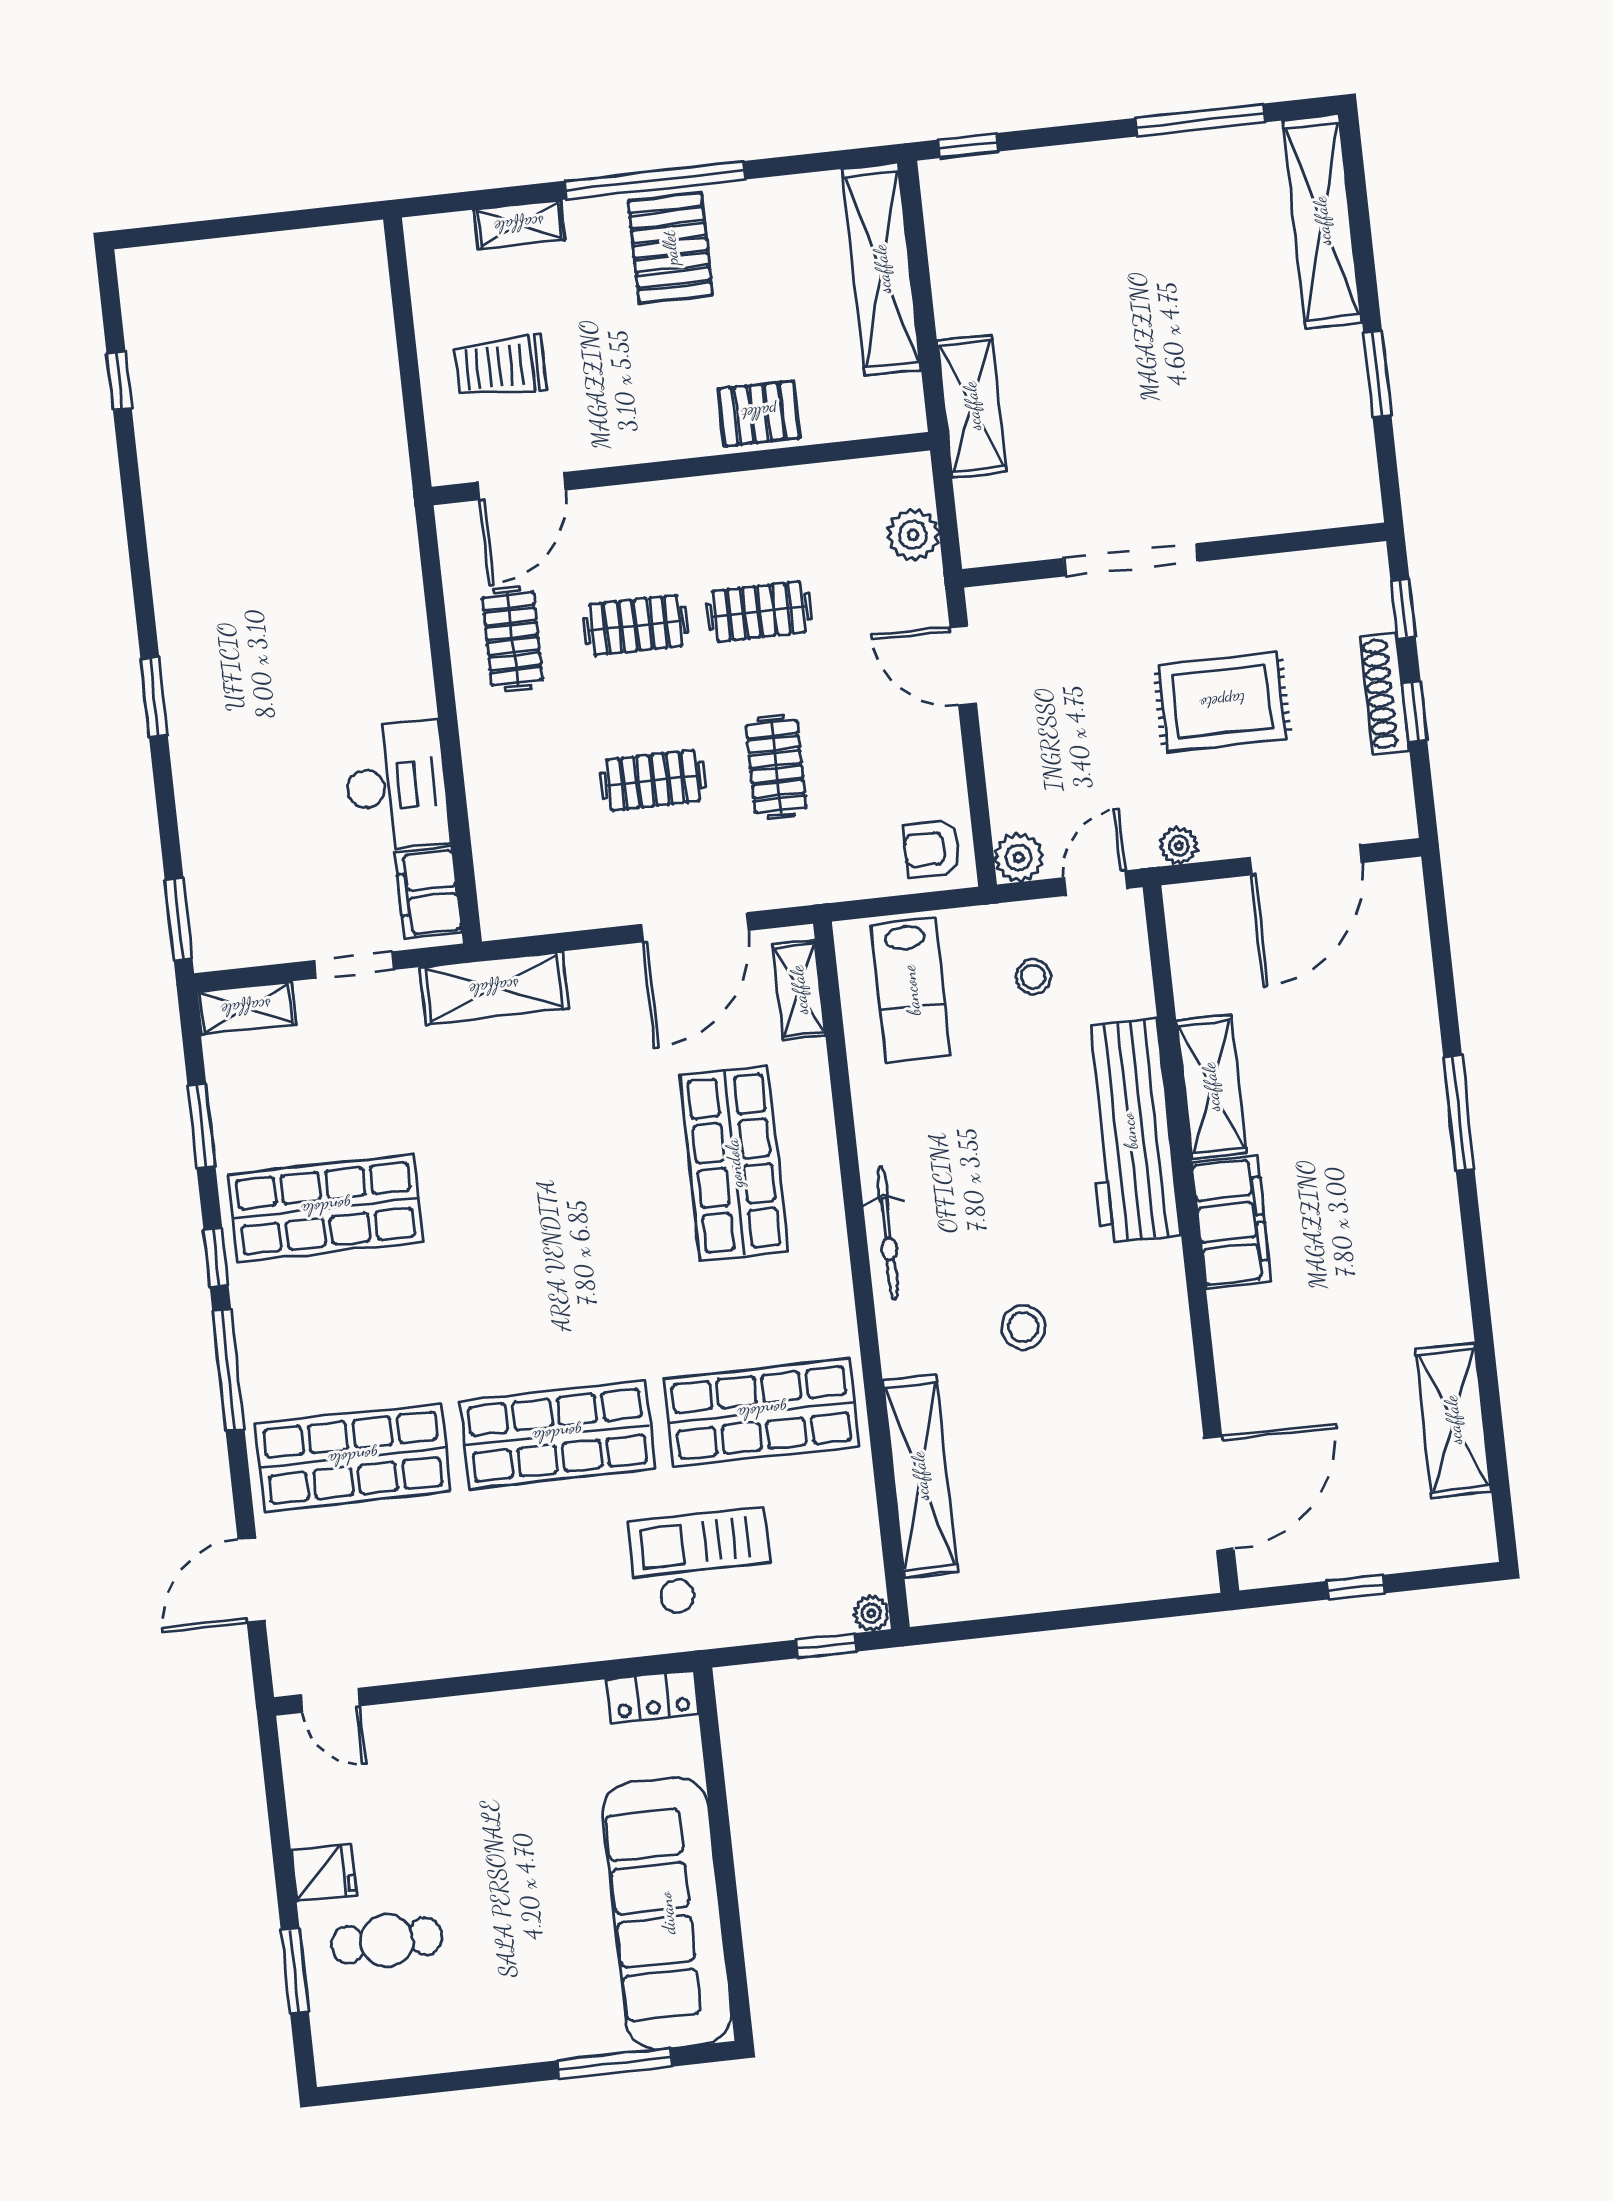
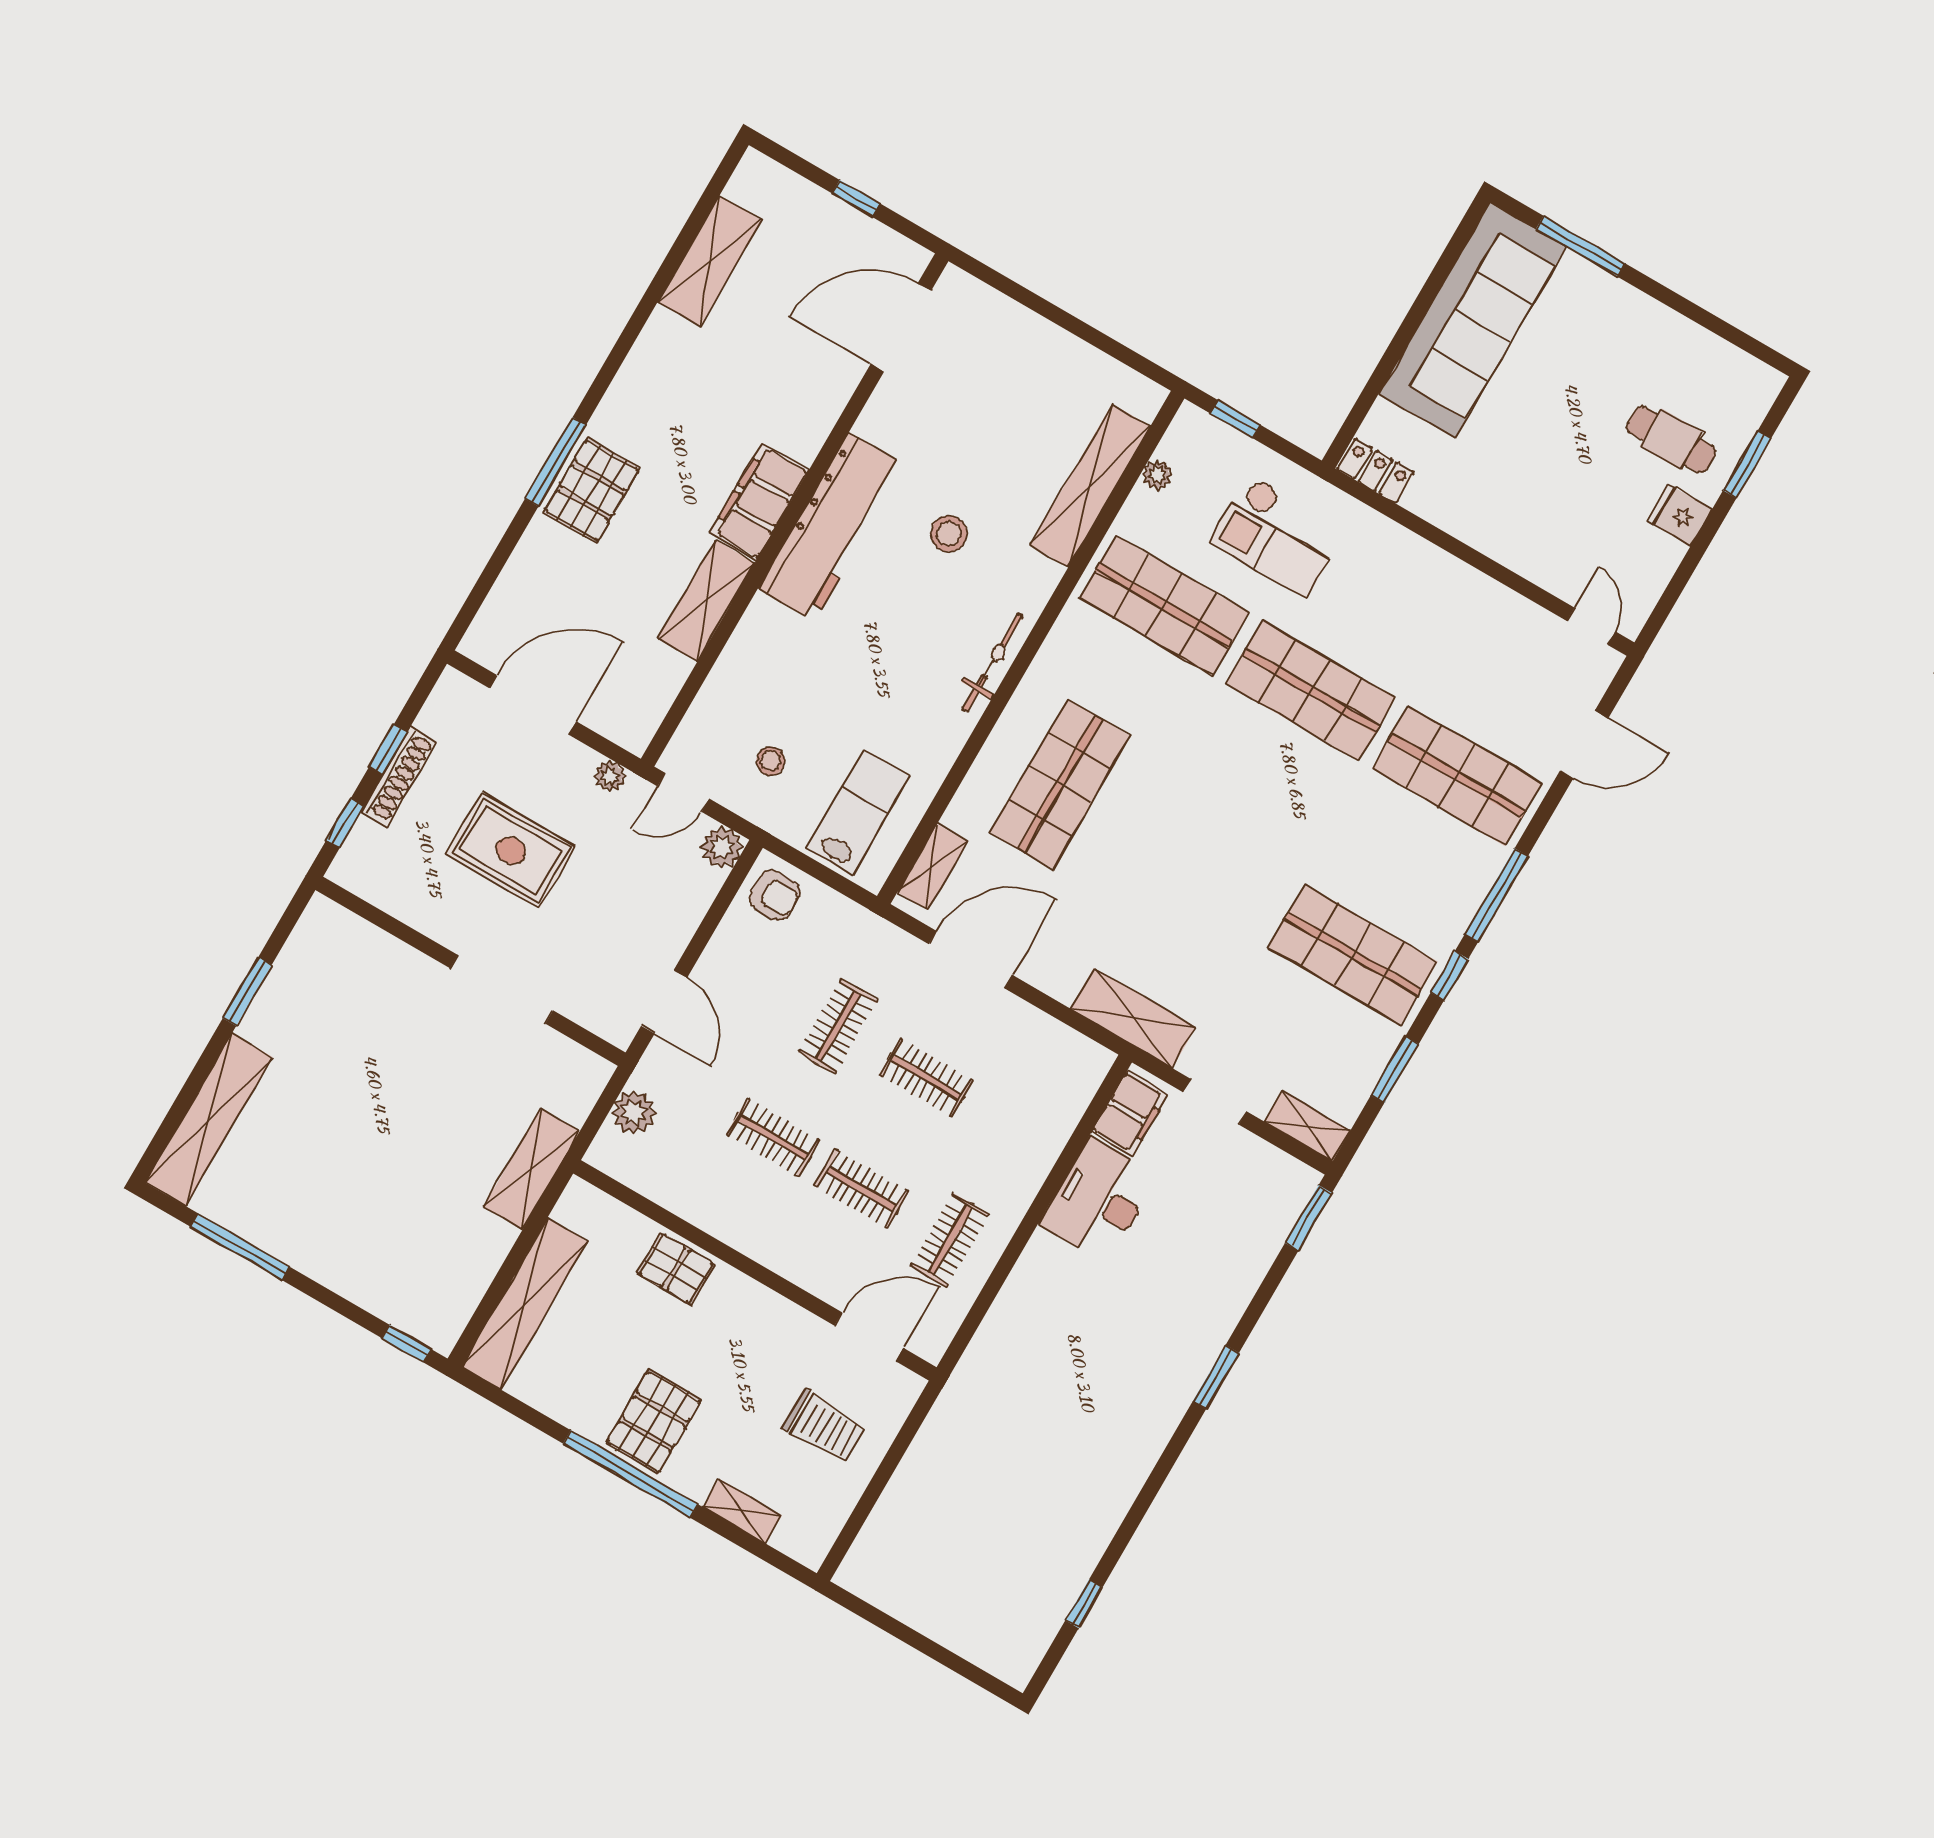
pallet: (1403, 1111) -> (592, 490), added
workbench: (1129, 1131) -> (832, 527), moved
plant: (871, 1613) -> (1157, 475), moved

